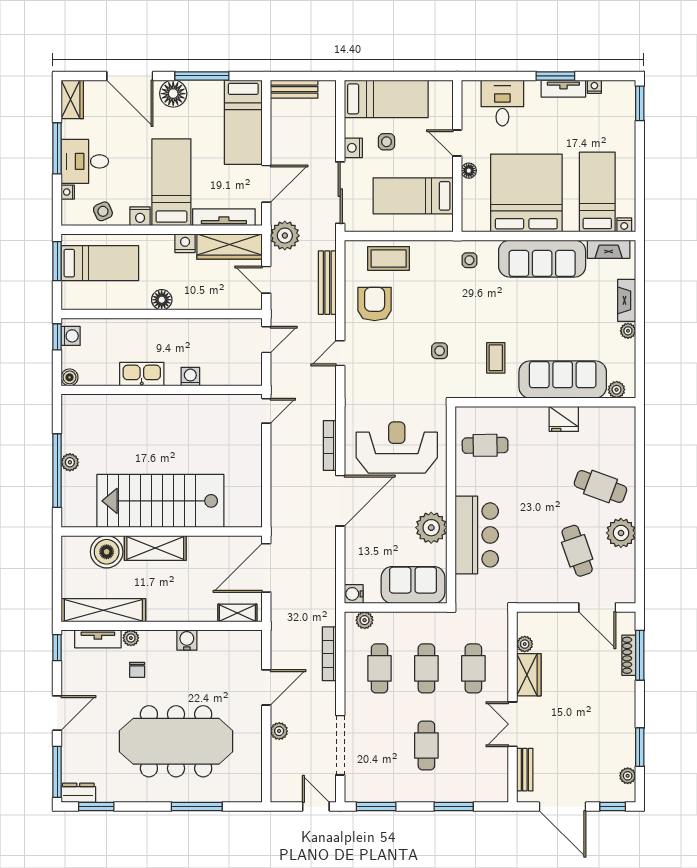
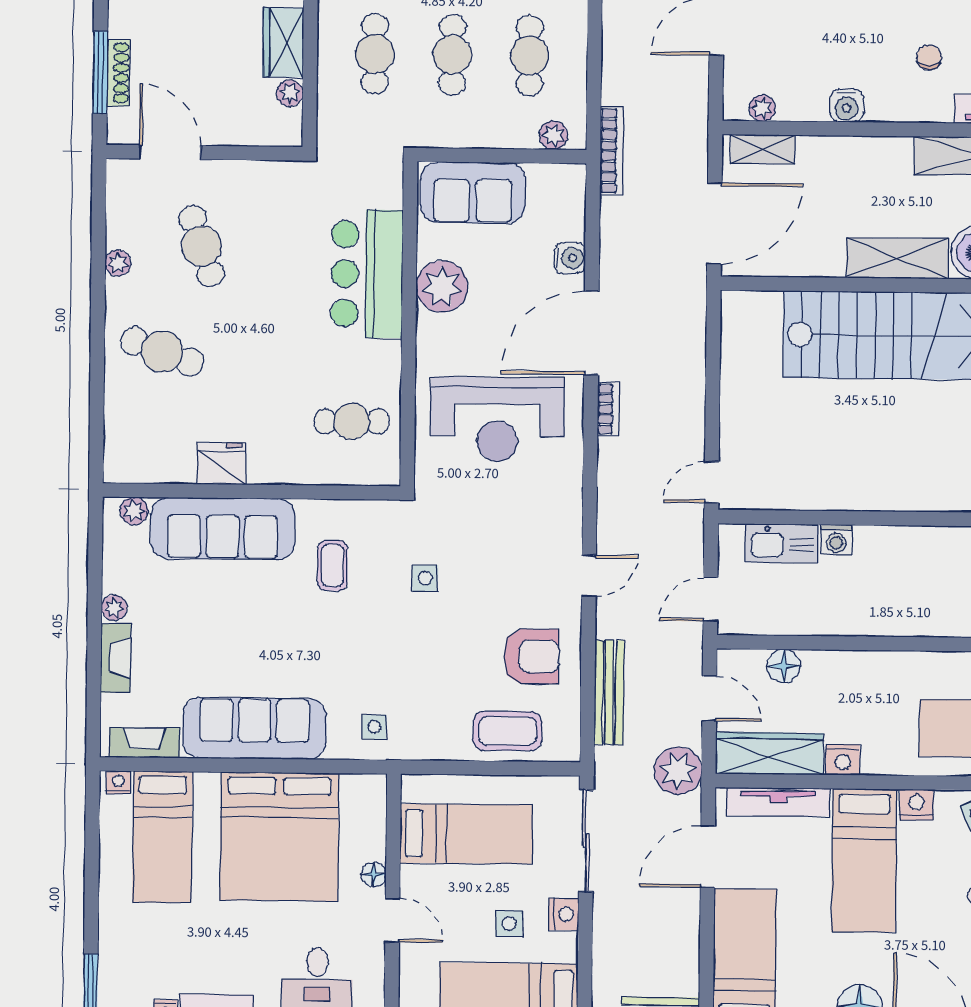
floor lamp: (162, 300) -> (784, 666), moved
armchair: (375, 304) -> (531, 656), turned -90
kitchen sink: (142, 374) -> (782, 543), moved
bookcase: (330, 446) -> (608, 409), width x0.64
plant: (621, 533) -> (118, 263), width x0.53, depth x0.53
water cooler: (354, 594) -> (570, 258), moved
plant: (131, 638) -> (762, 108), moved
bookcase: (329, 654) -> (611, 151), moved

